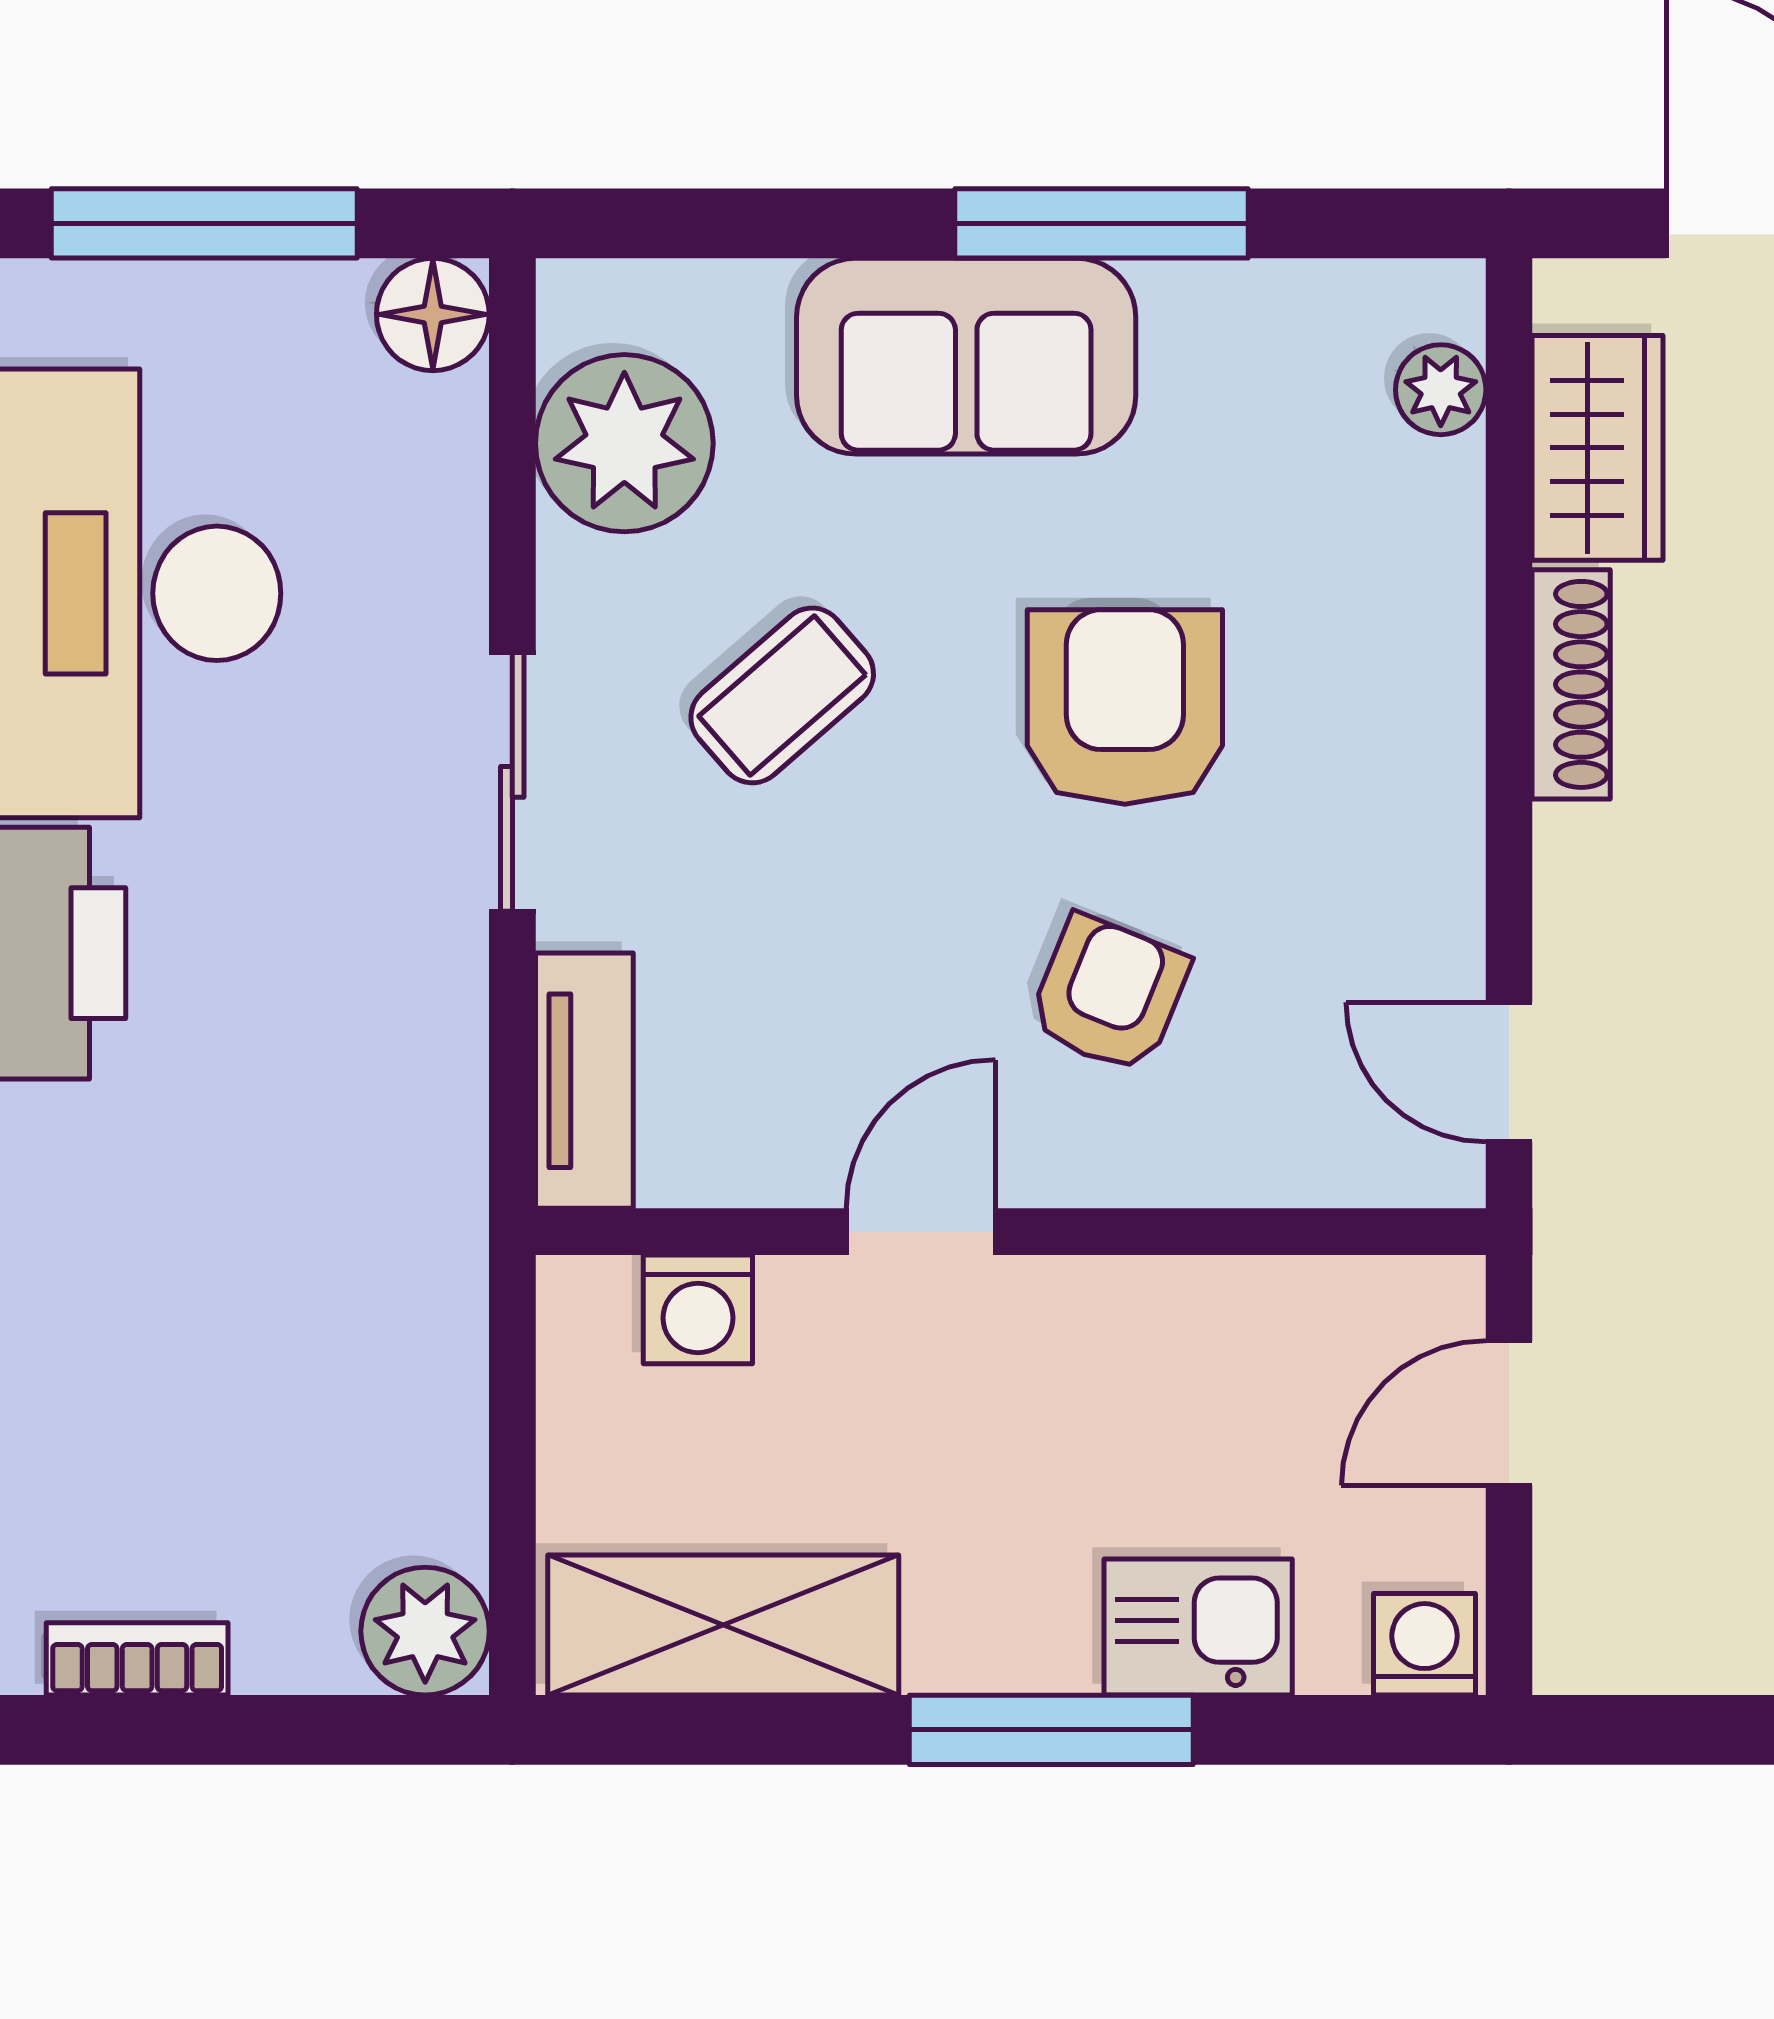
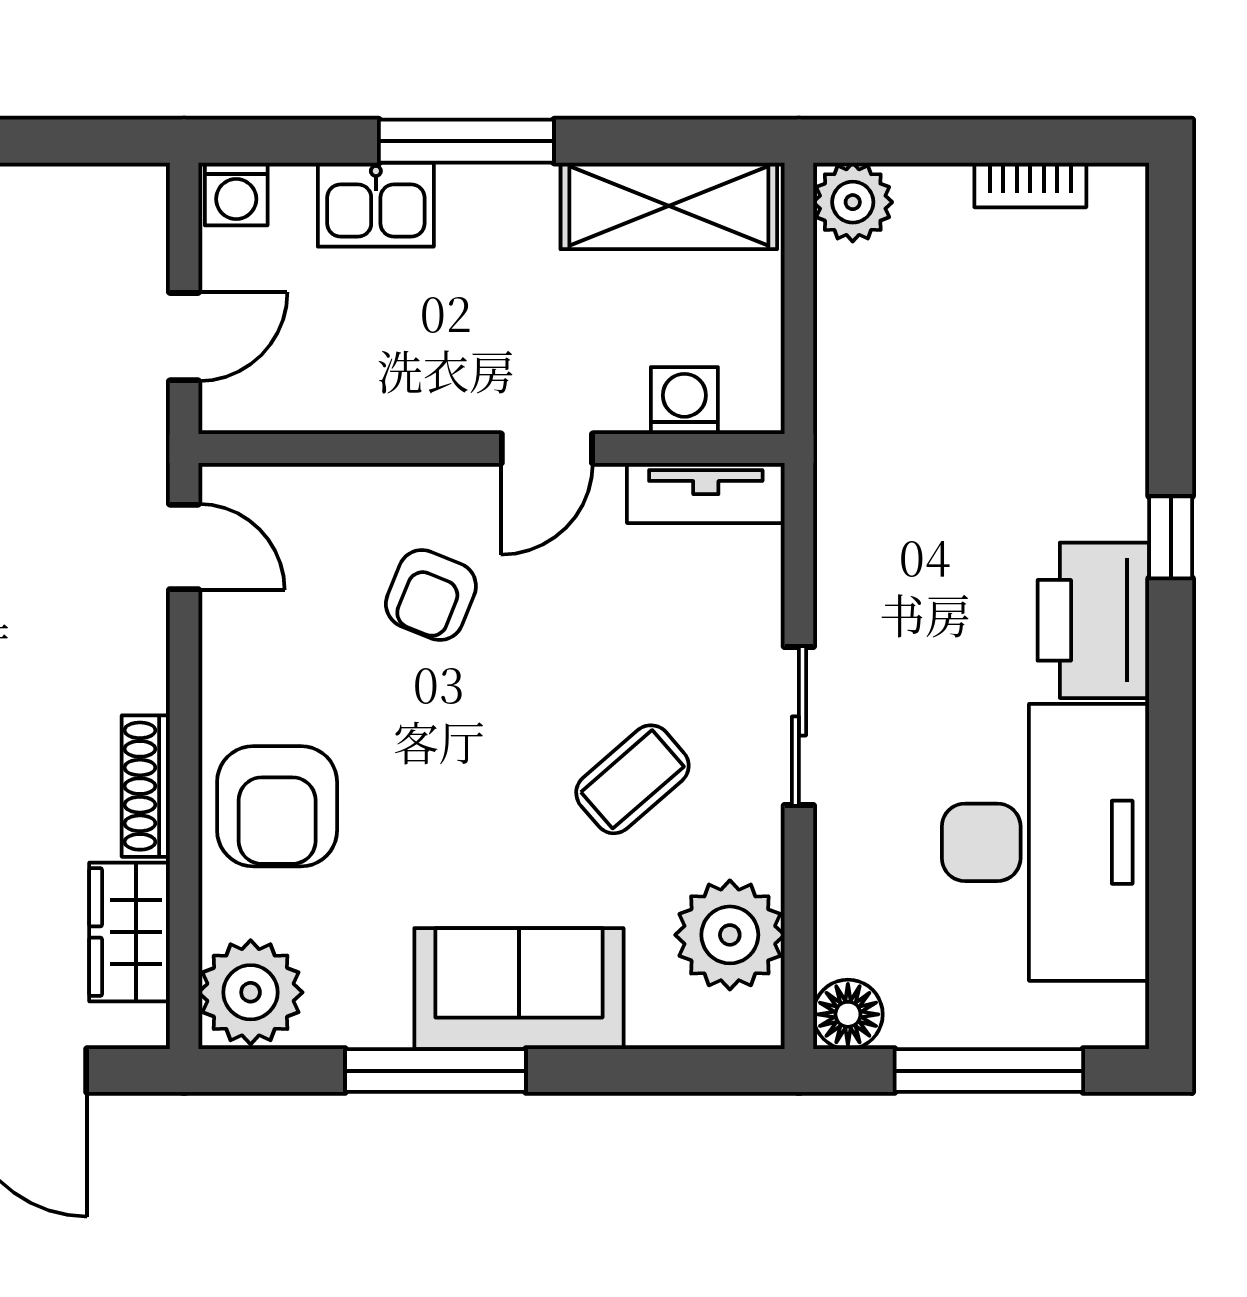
plant: (1441, 390) -> (251, 992), width x1.87, depth x1.87
armchair: (1125, 707) -> (277, 806), moved
tv unit: (584, 1081) -> (706, 493), moved, turned -90

